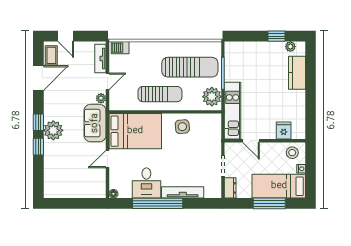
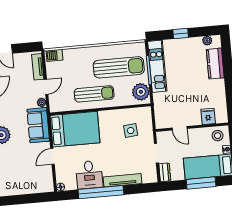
window: (276, 36) -> (181, 34), moved
kitchen unit: (233, 111) -> (157, 66), moved
side table: (182, 127) -> (131, 131), moved

